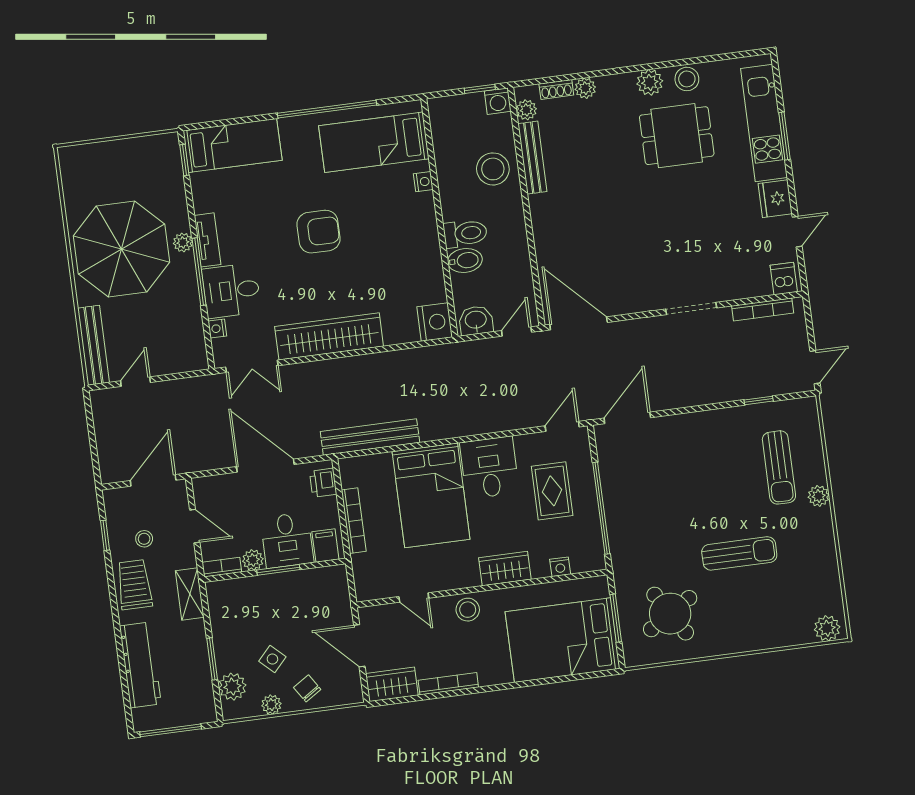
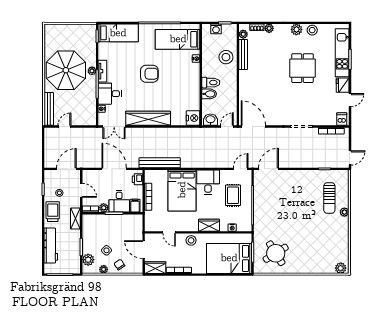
washing machine: (498, 101) -> (216, 29), moved
dining table: (677, 136) -> (302, 68), moved, turned 90
sun lounger: (739, 553) -> (308, 232), removed

